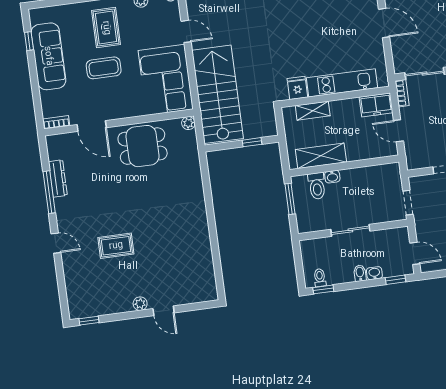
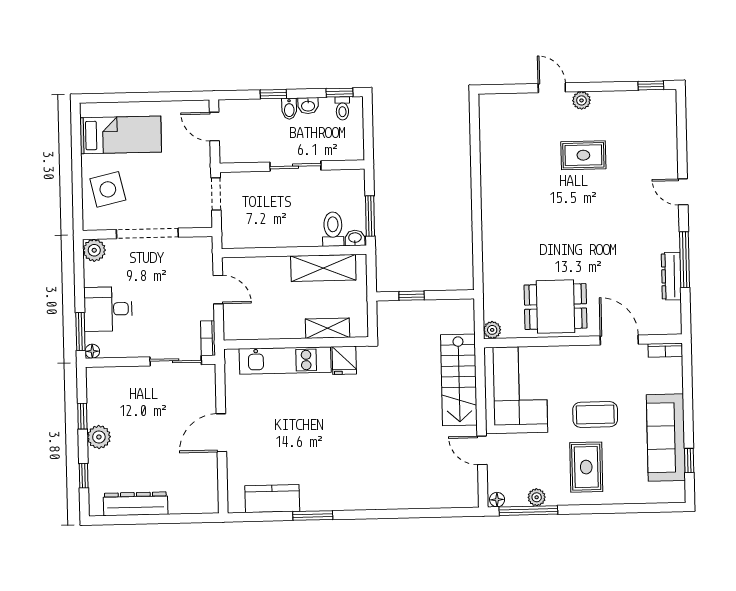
door: (384, 23) -> (221, 433), hinge flipped
stairs: (218, 94) -> (459, 380), width x0.73, depth x0.66
freezer: (376, 105) -> (244, 327), removed
washbasin: (332, 177) -> (355, 238), moved
rug: (116, 246) -> (583, 155), moved
washbasin: (374, 273) -> (308, 106), moved
window: (395, 280) -> (273, 94), moved

